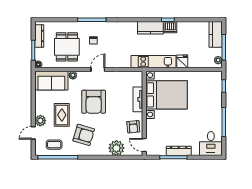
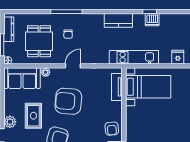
kitchen counter: (150, 28) -> (118, 20), moved
fridge: (182, 61) -> (178, 57), moved
bed with nightstands: (167, 95) -> (148, 87), width x0.73
tv unit: (138, 99) -> (117, 87), moved
armchair: (94, 102) -> (68, 101), turned 95

